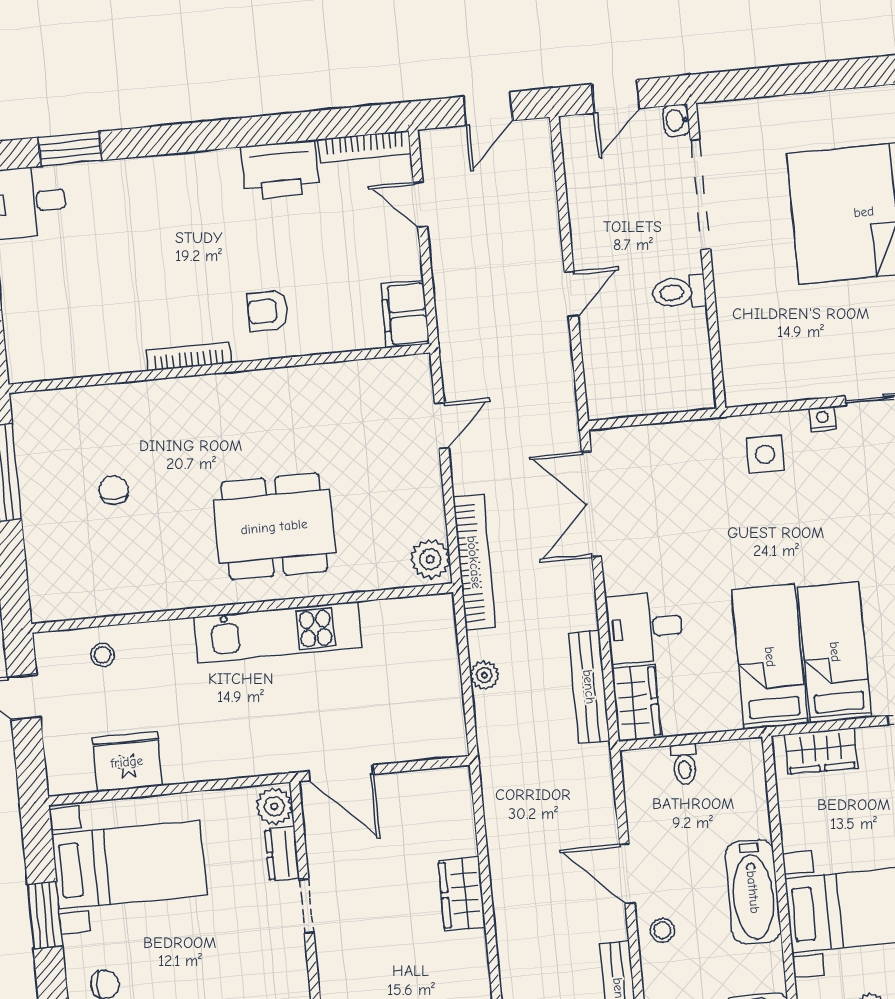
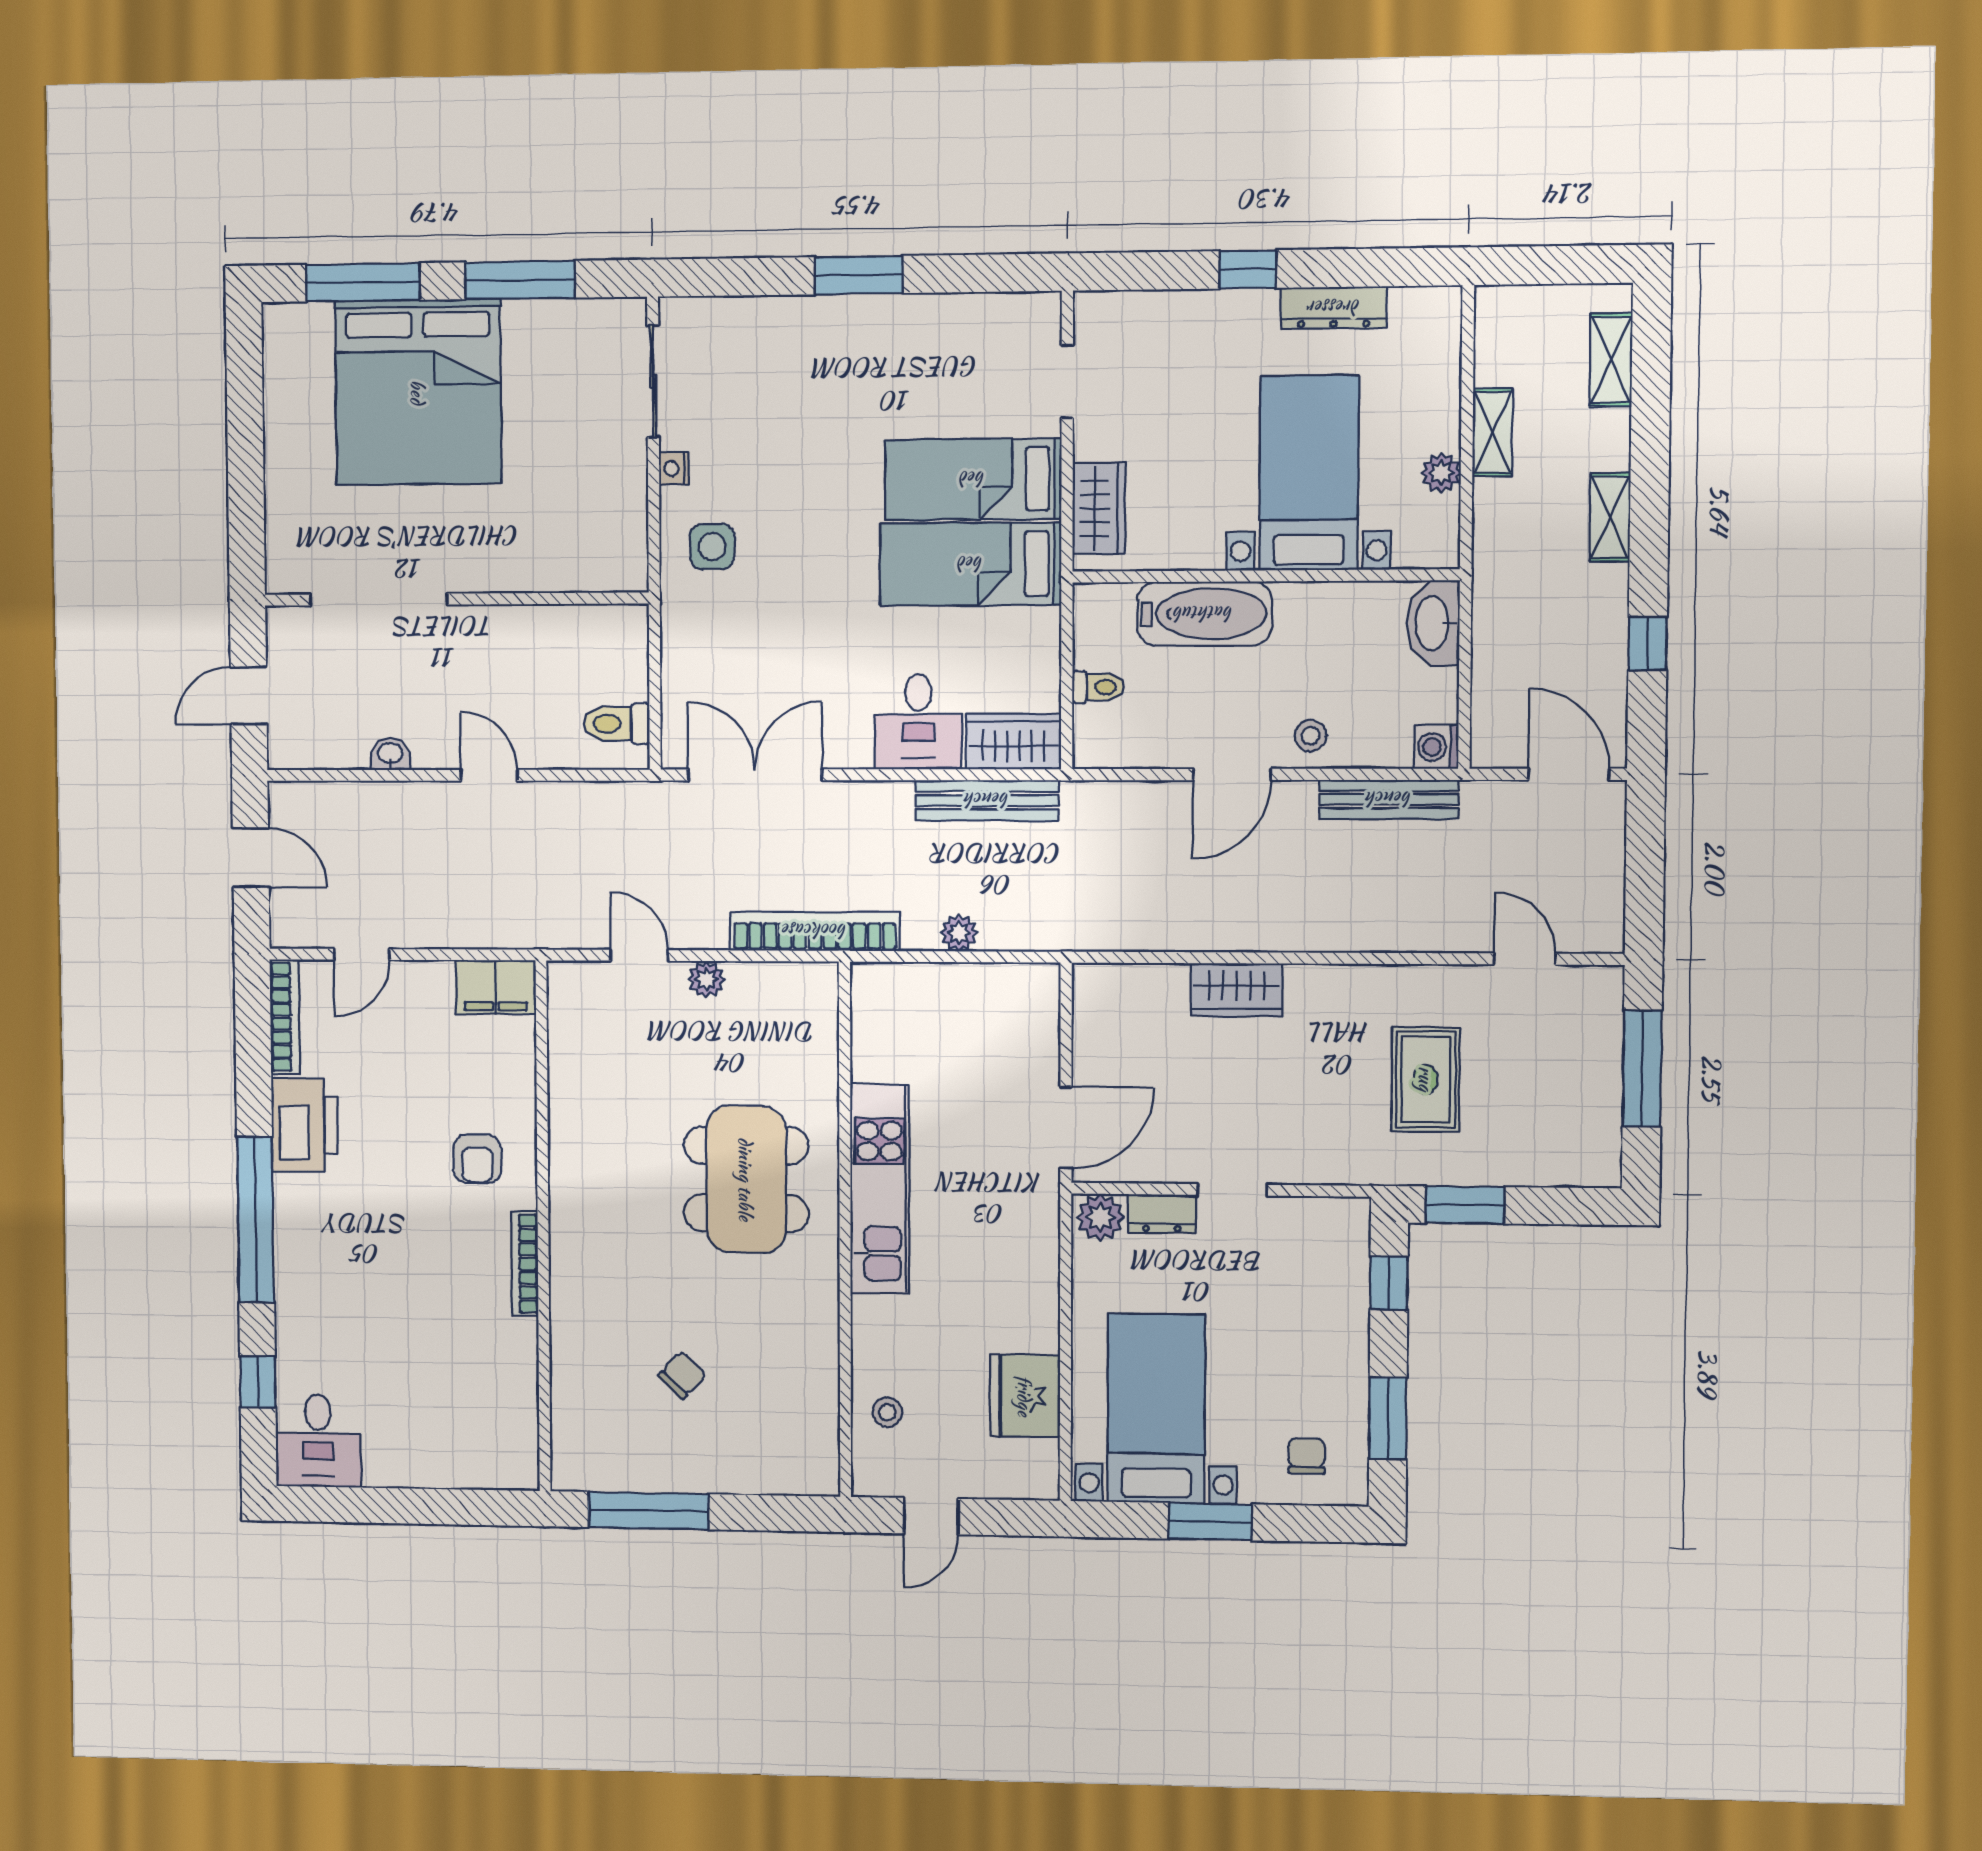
door: (616, 96) -> (249, 696), swing flipped
washbasin: (676, 120) -> (390, 754), moved, turned 180
window: (200, 136) -> (256, 1220), added
window: (70, 149) -> (258, 1382), width x0.67
toilet: (679, 292) -> (616, 724), moved, turned 90
chair: (114, 490) -> (682, 1375), turned 133
double door: (591, 504) -> (755, 775), swing flipped
plant: (430, 559) -> (707, 980), moved, width x0.73, depth x0.73
bathtub: (753, 892) -> (1204, 614), moved

